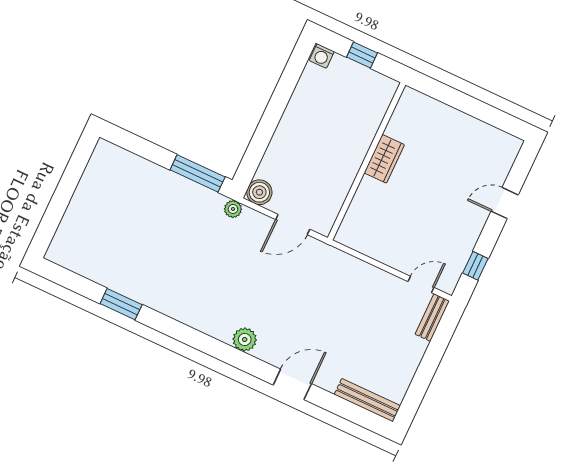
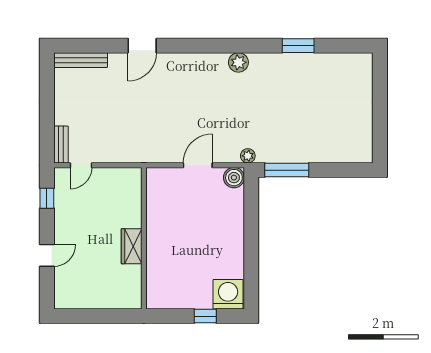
washing machine: (322, 56) -> (228, 294), width x1.89, depth x1.89
wardrobe: (384, 159) -> (132, 246), moved
wall: (367, 161) -> (144, 238), moved
plant: (245, 340) -> (238, 62), moved

